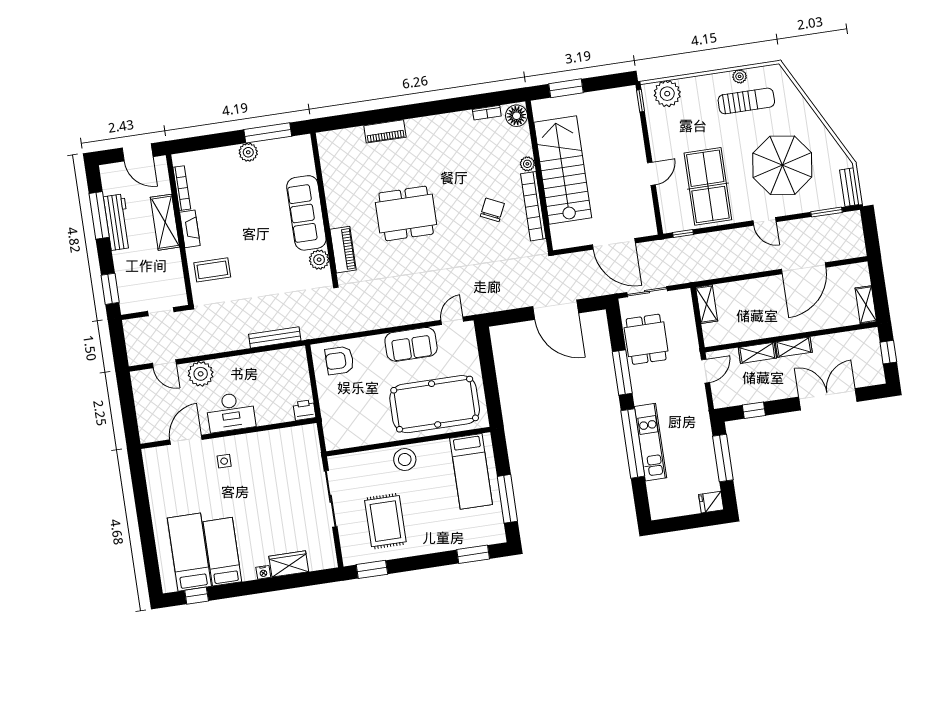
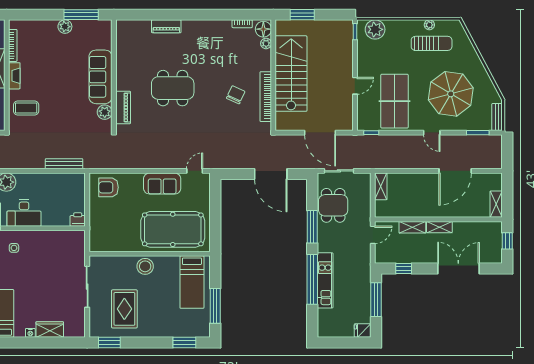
plant: (527, 164) -> (266, 43), moved

